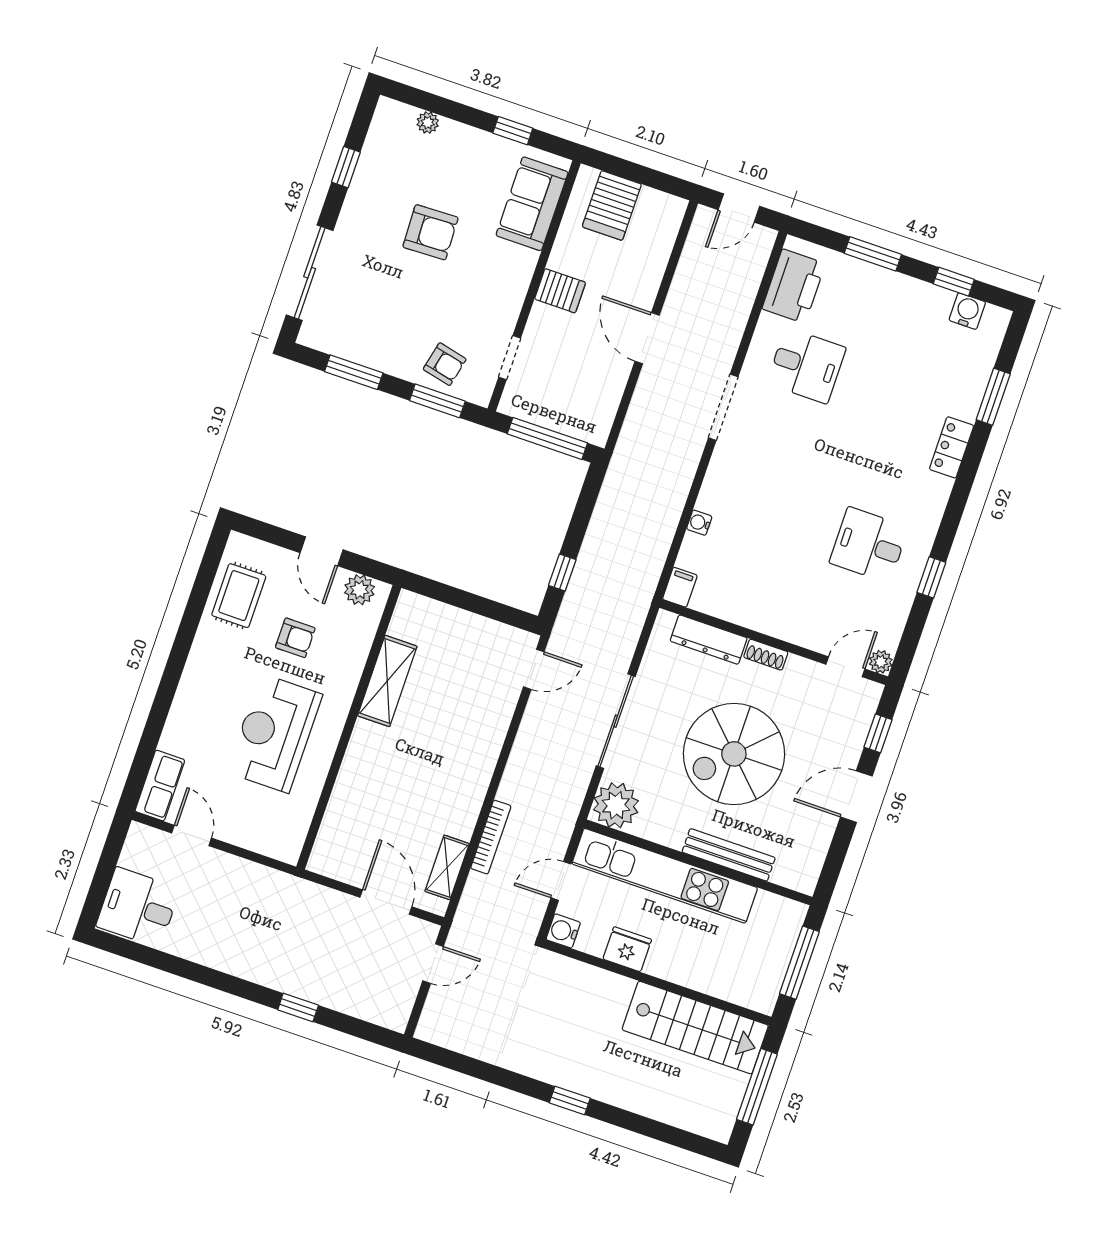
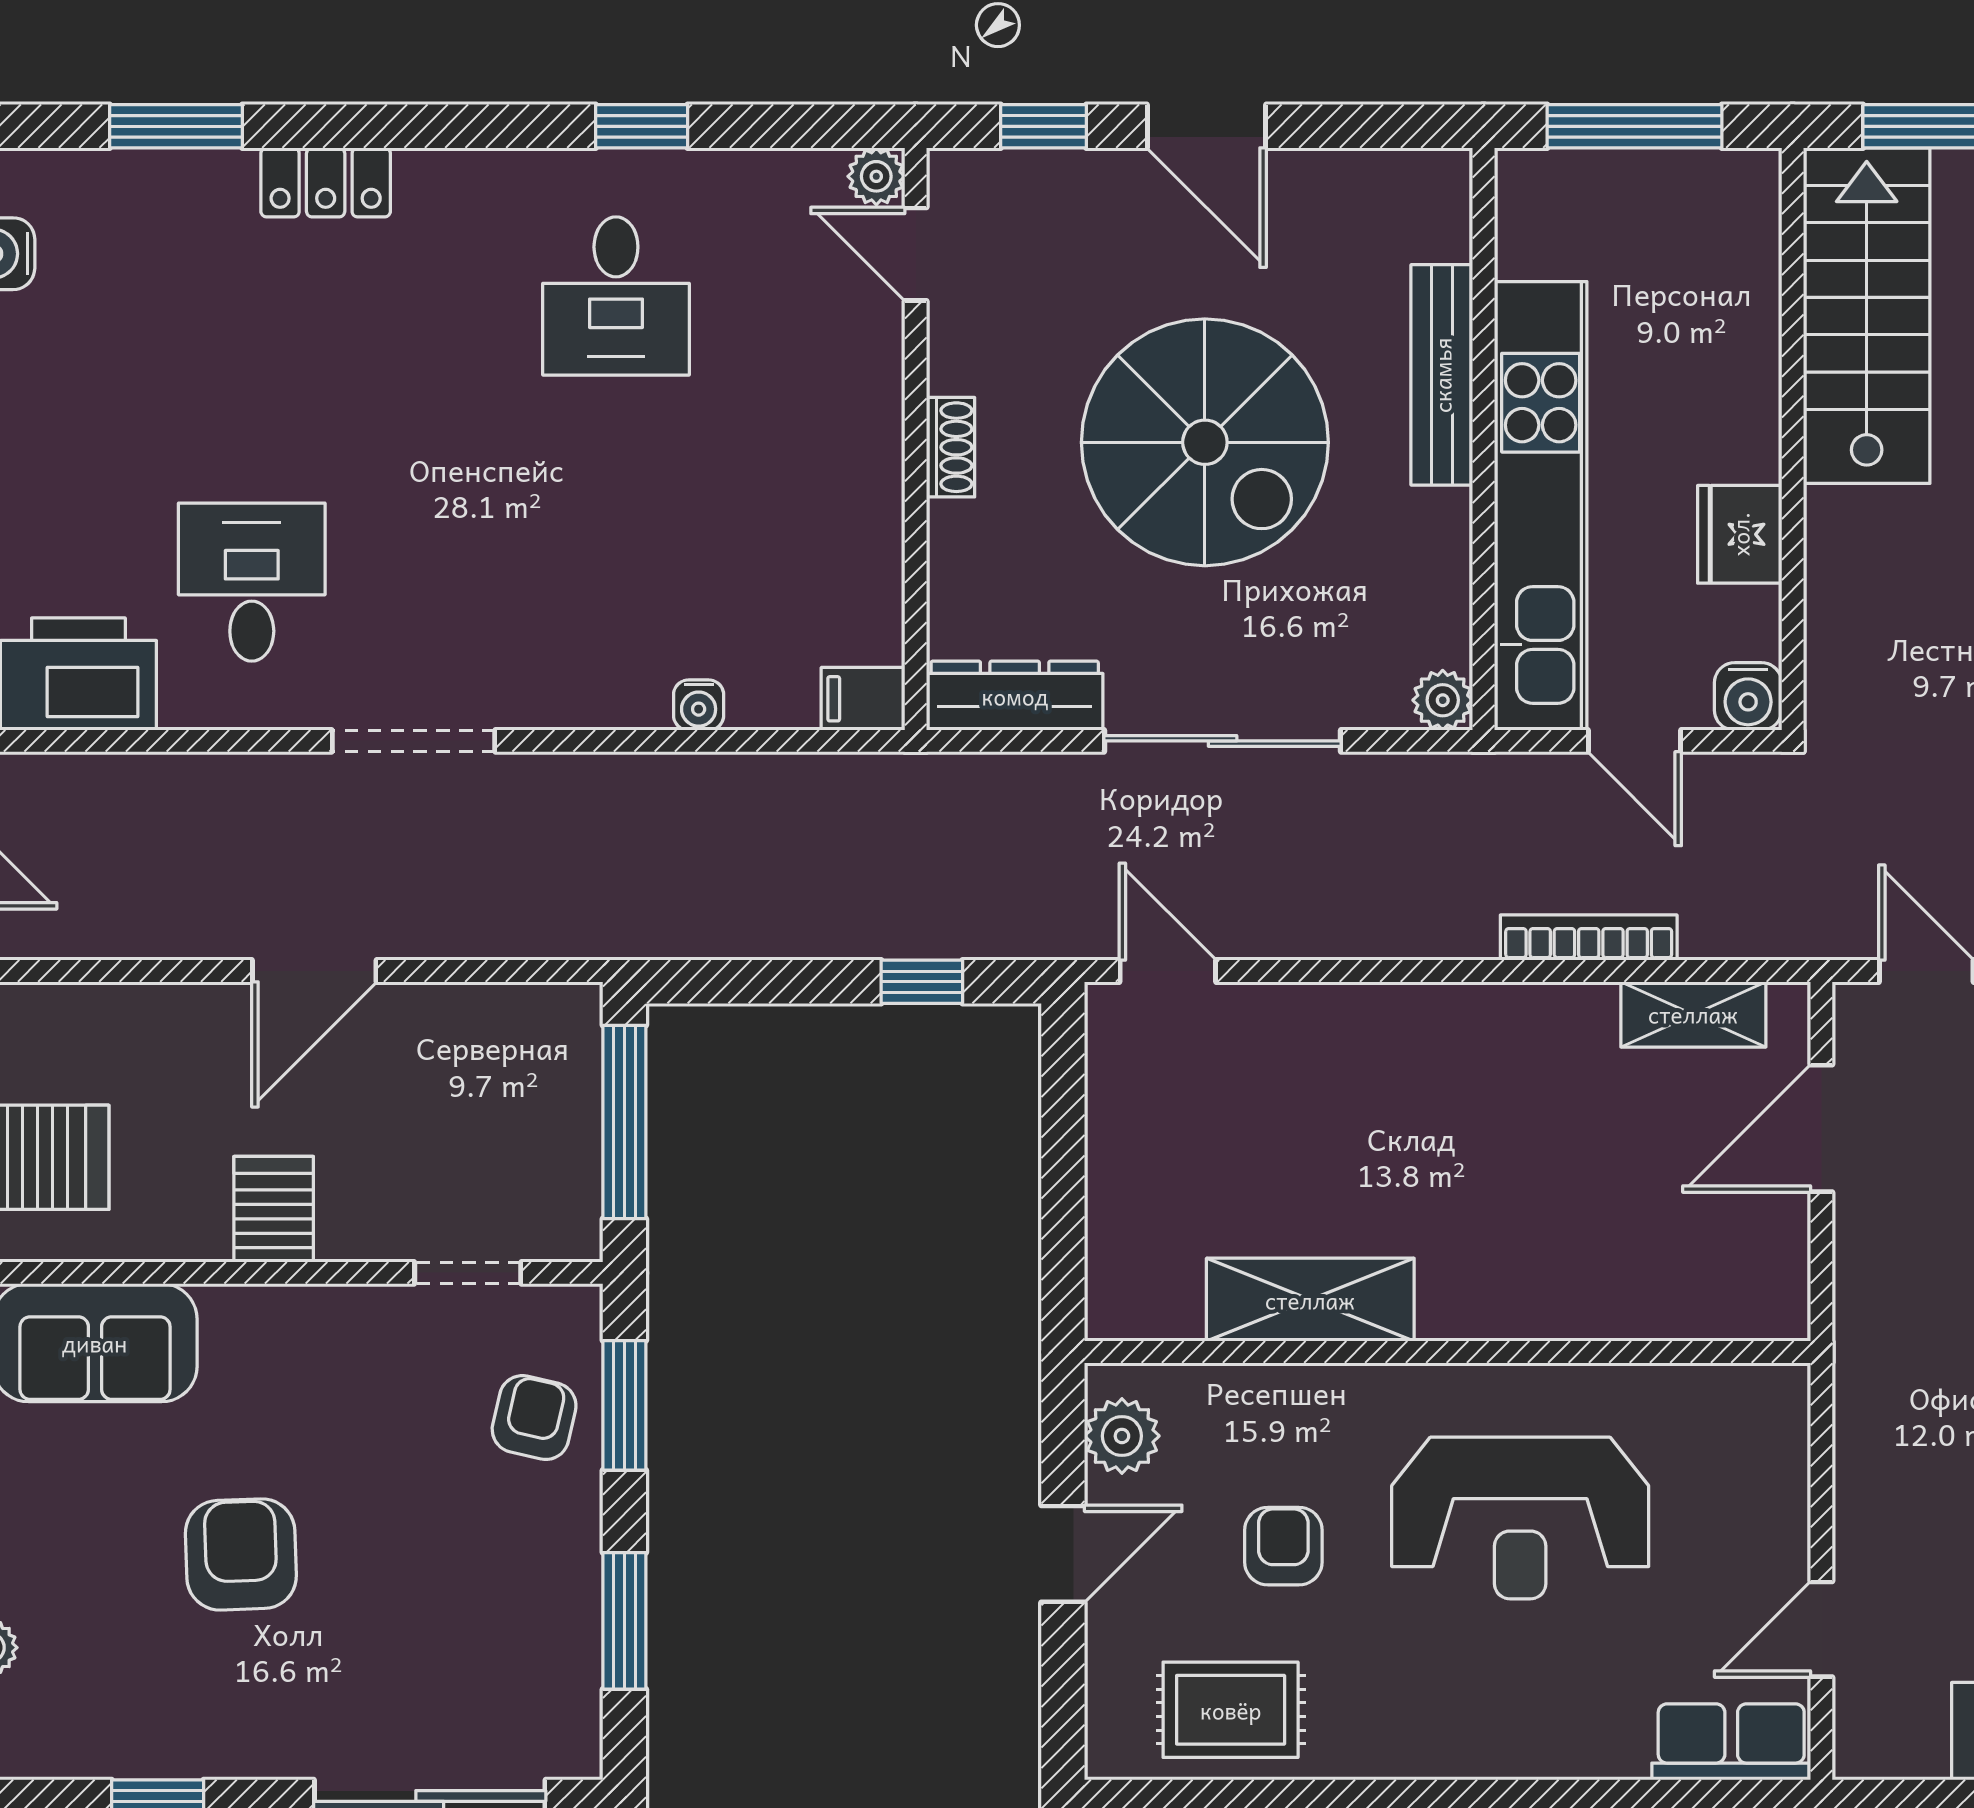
dresser: (709, 640) -> (1015, 696), moved, turned -90
plant: (616, 805) -> (1443, 700), width x0.53, depth x0.53

